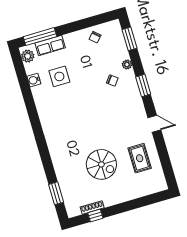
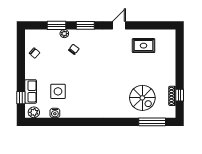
window: (40, 37) -> (21, 98), width x0.46
window: (130, 39) -> (57, 25), moved
spiral stairs: (101, 164) -> (142, 98), moved, turned 90
window: (56, 193) -> (152, 122), width x1.44

